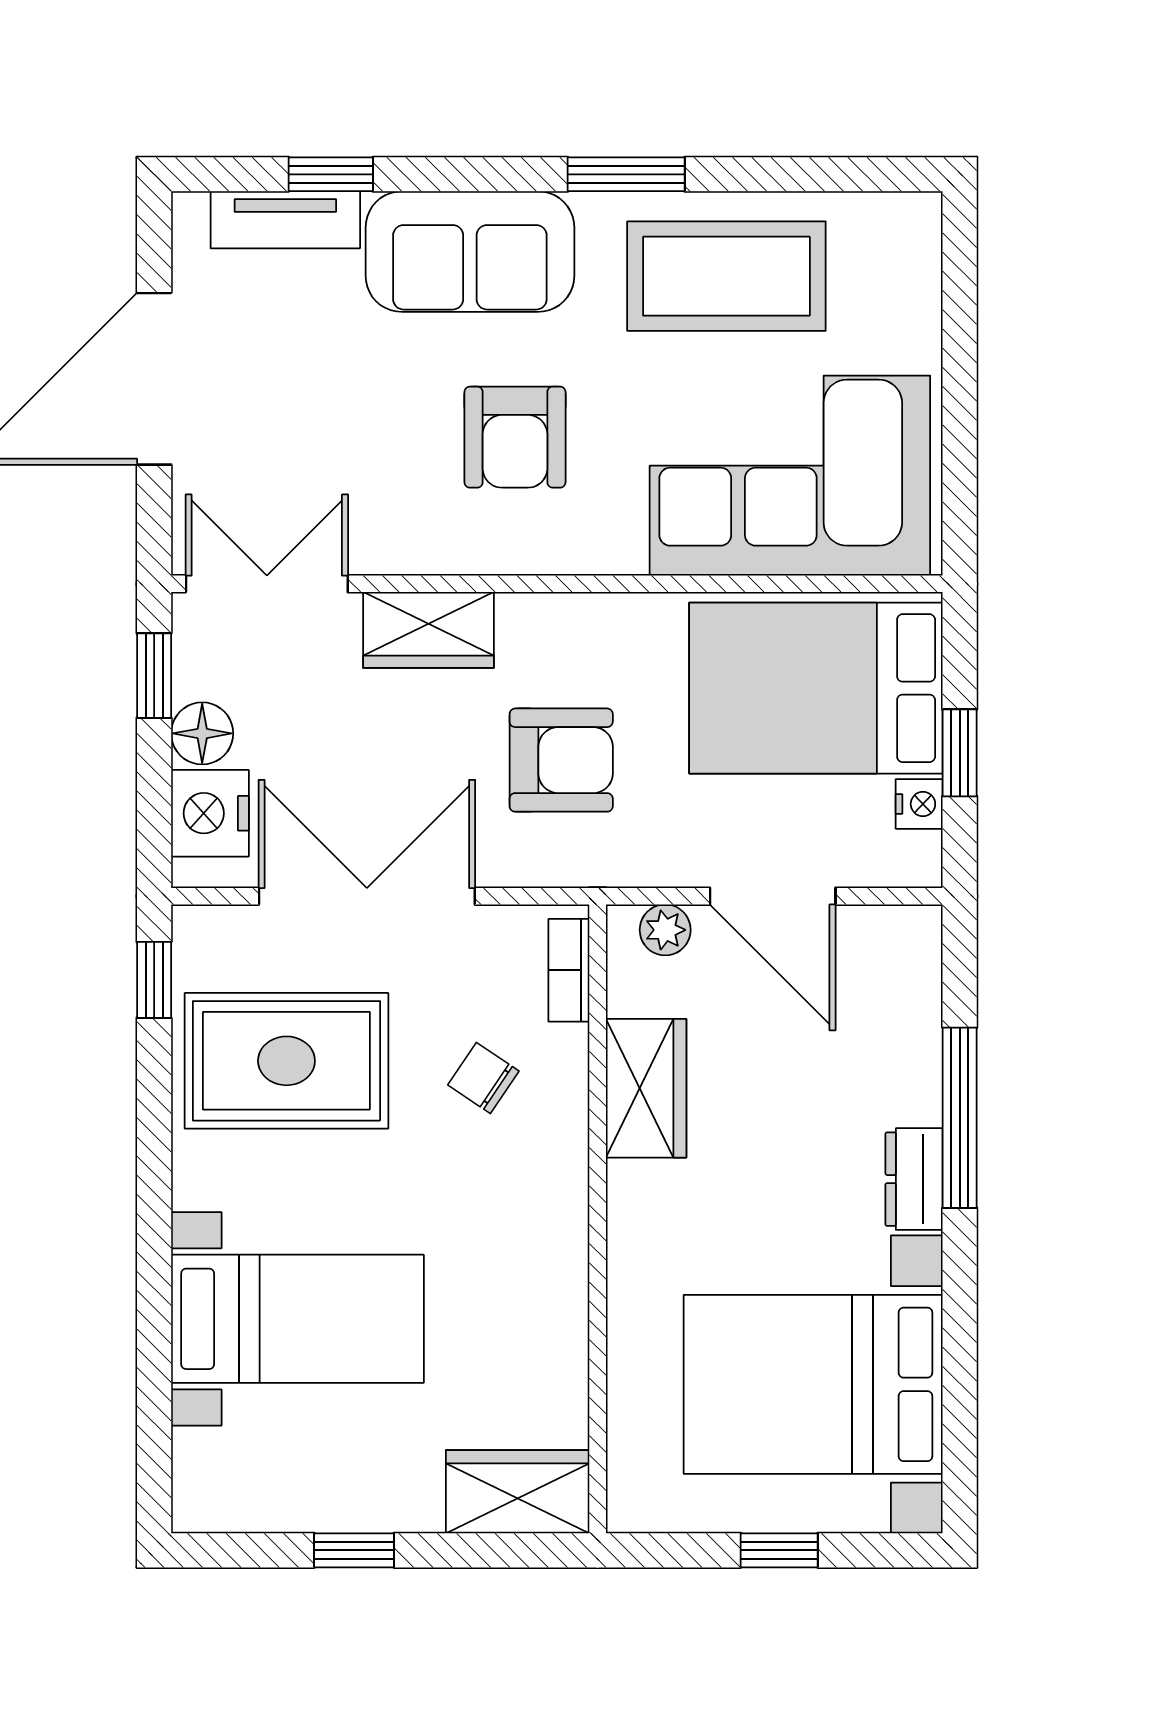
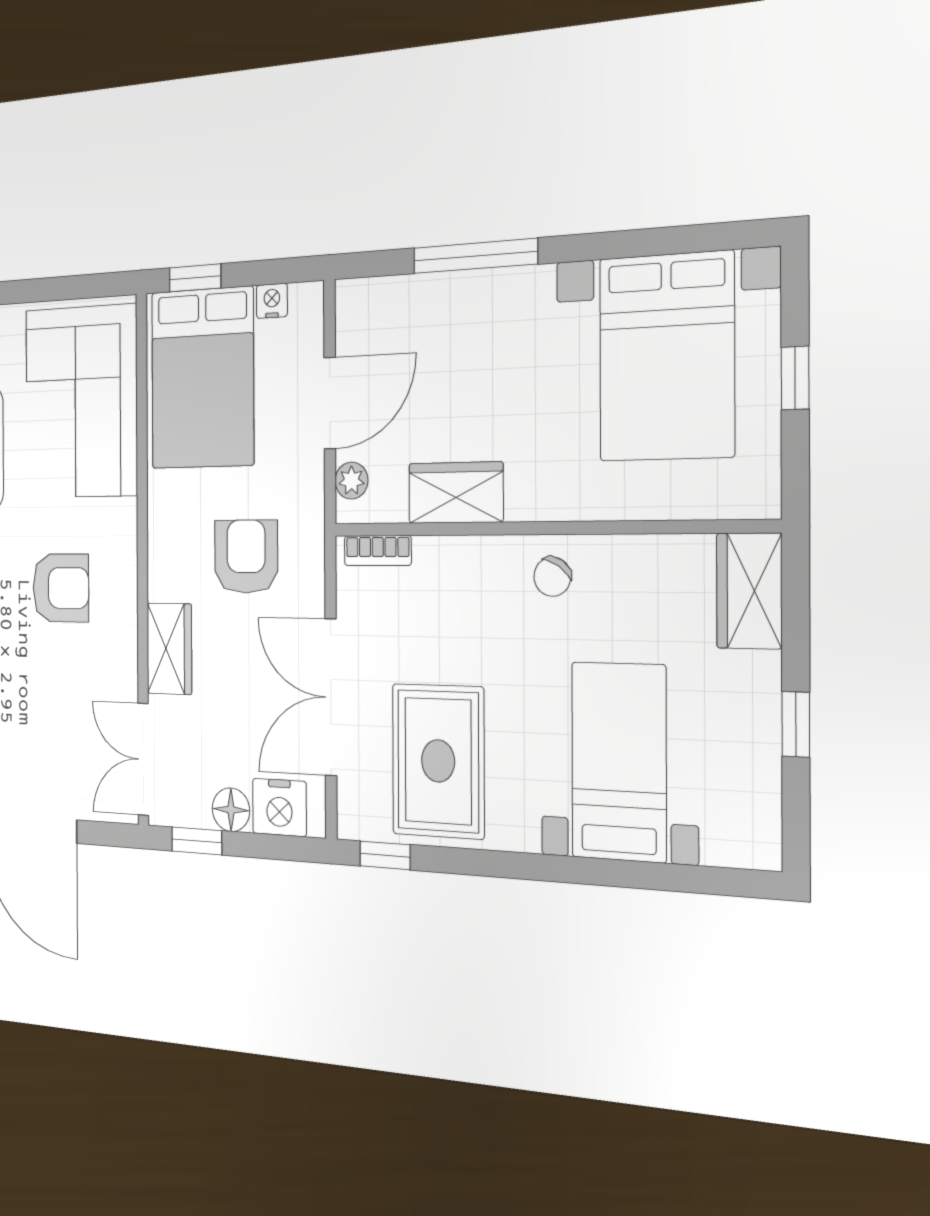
window: (960, 753) -> (195, 278), moved
chair: (483, 1078) -> (552, 577), moved
dresser: (914, 1179) -> (517, 287), removed

